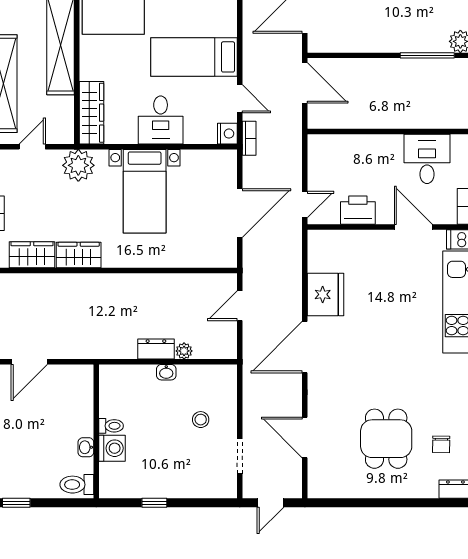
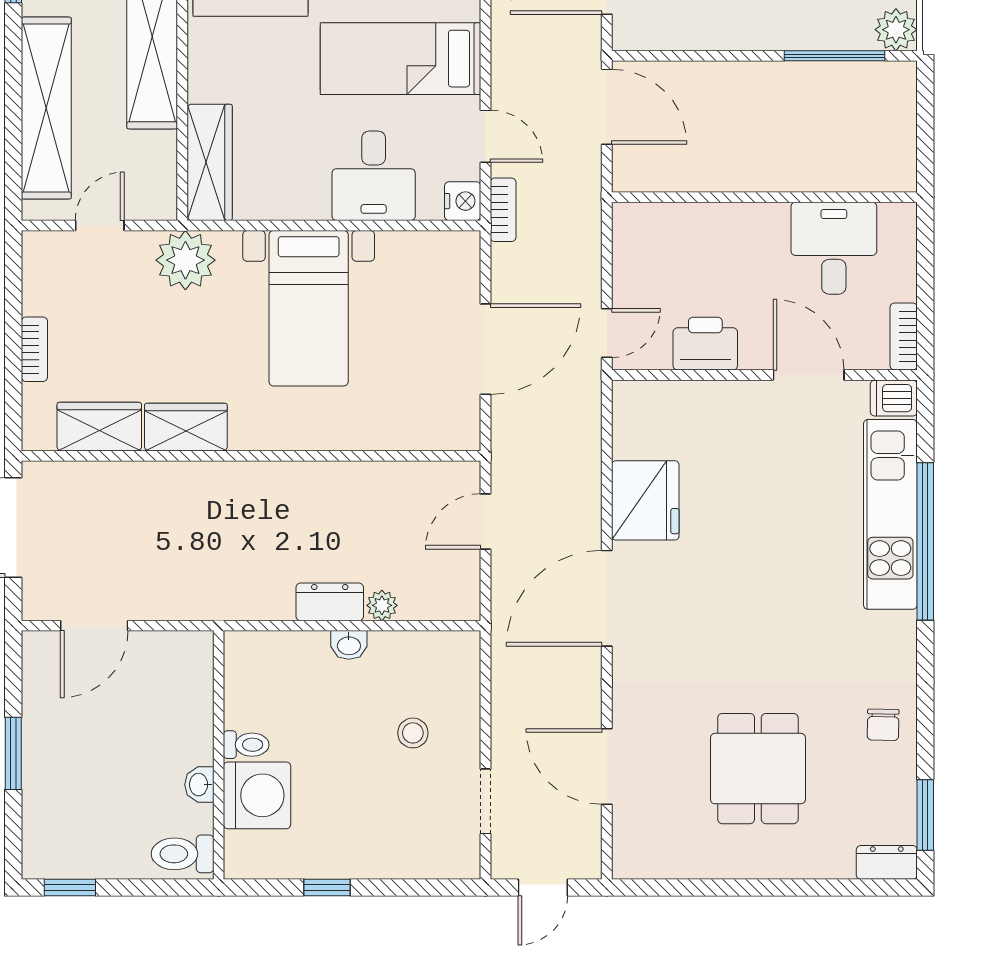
desk: (161, 120) -> (374, 176), moved
chair: (441, 444) -> (883, 725), moved
washing machine: (112, 448) -> (257, 795), width x1.37, depth x1.37

